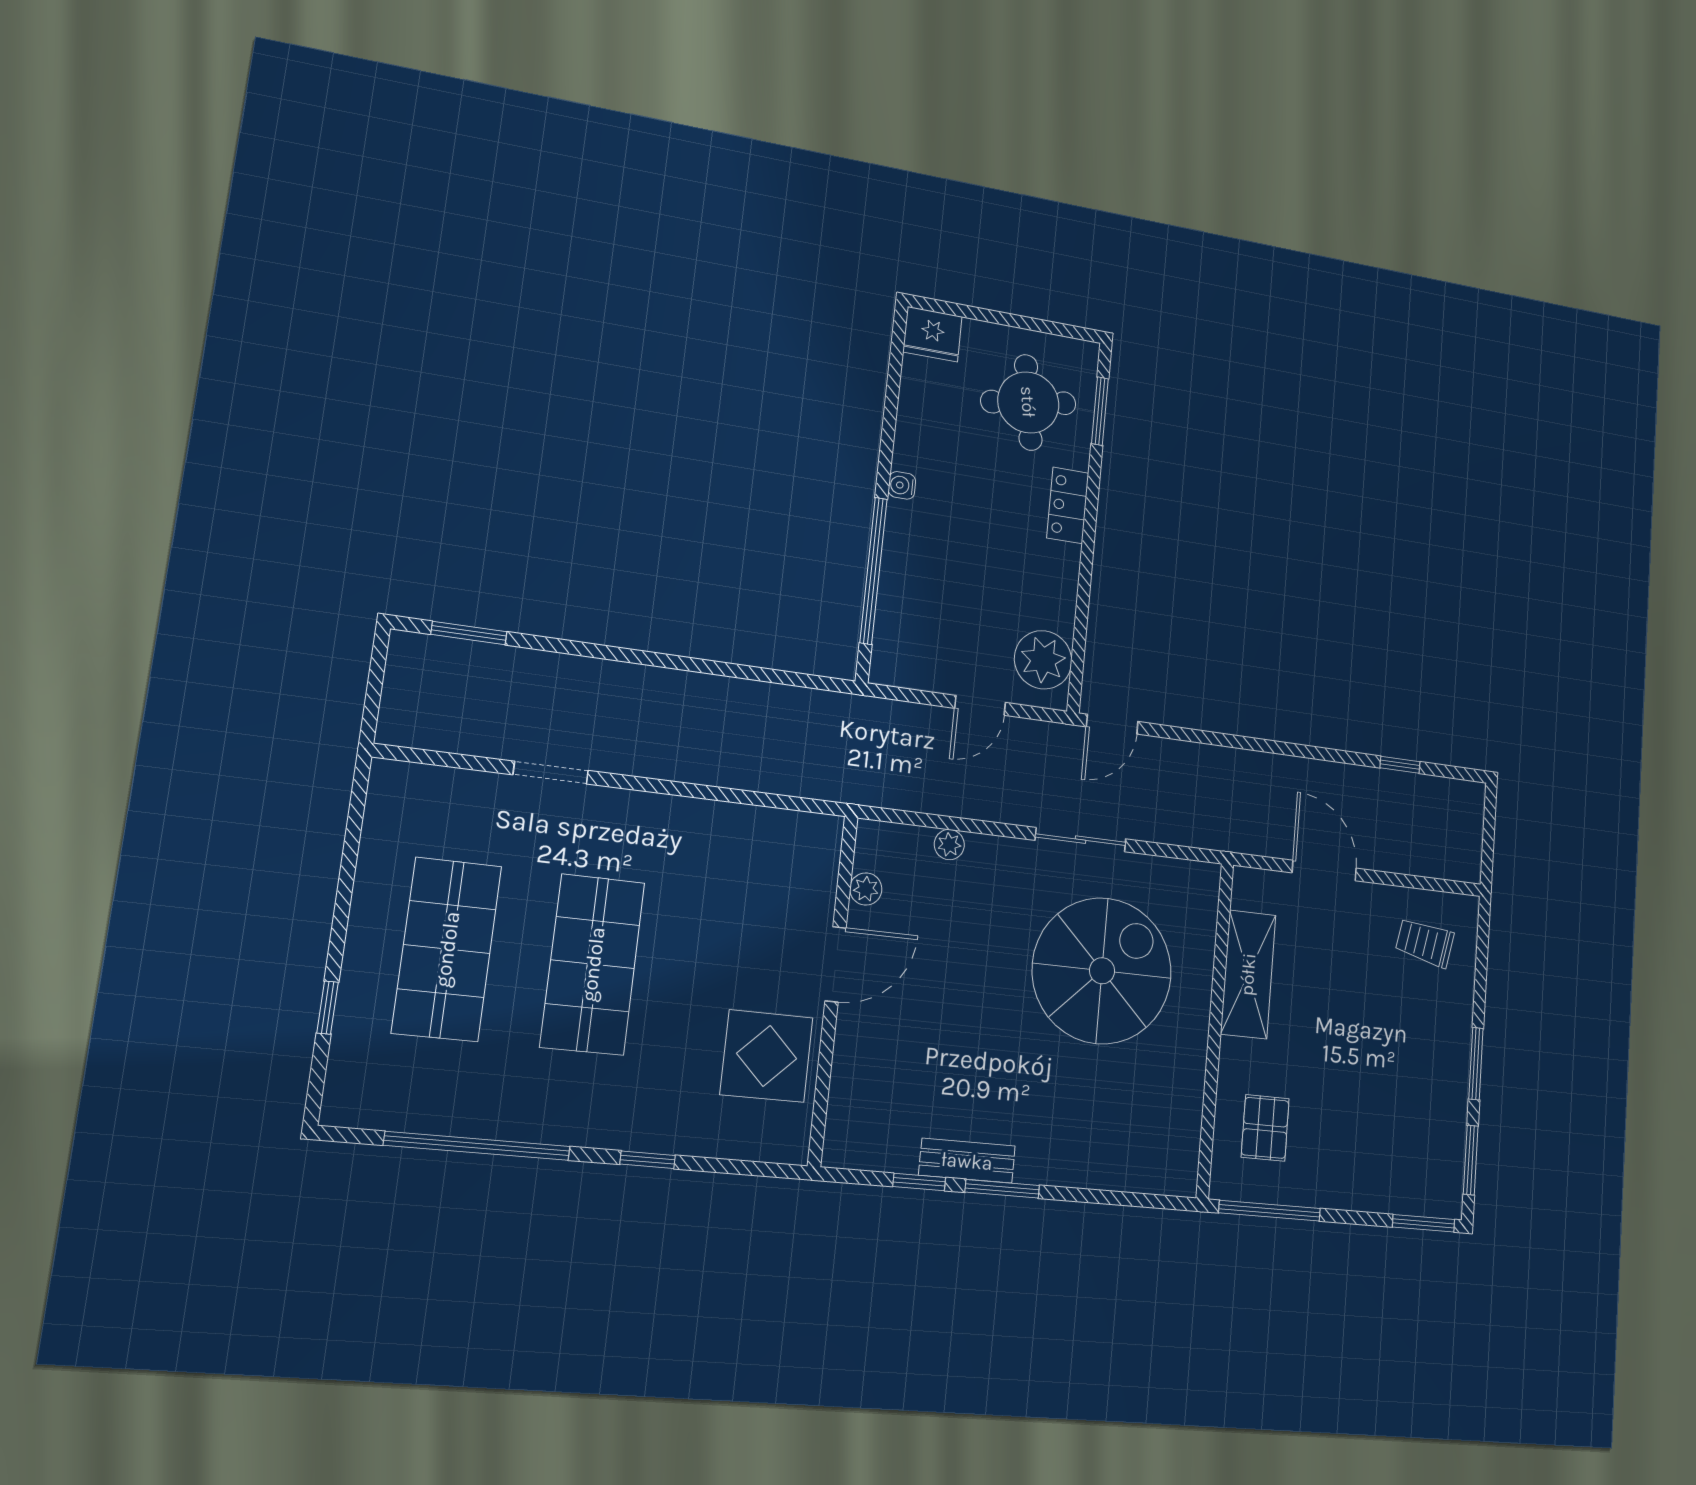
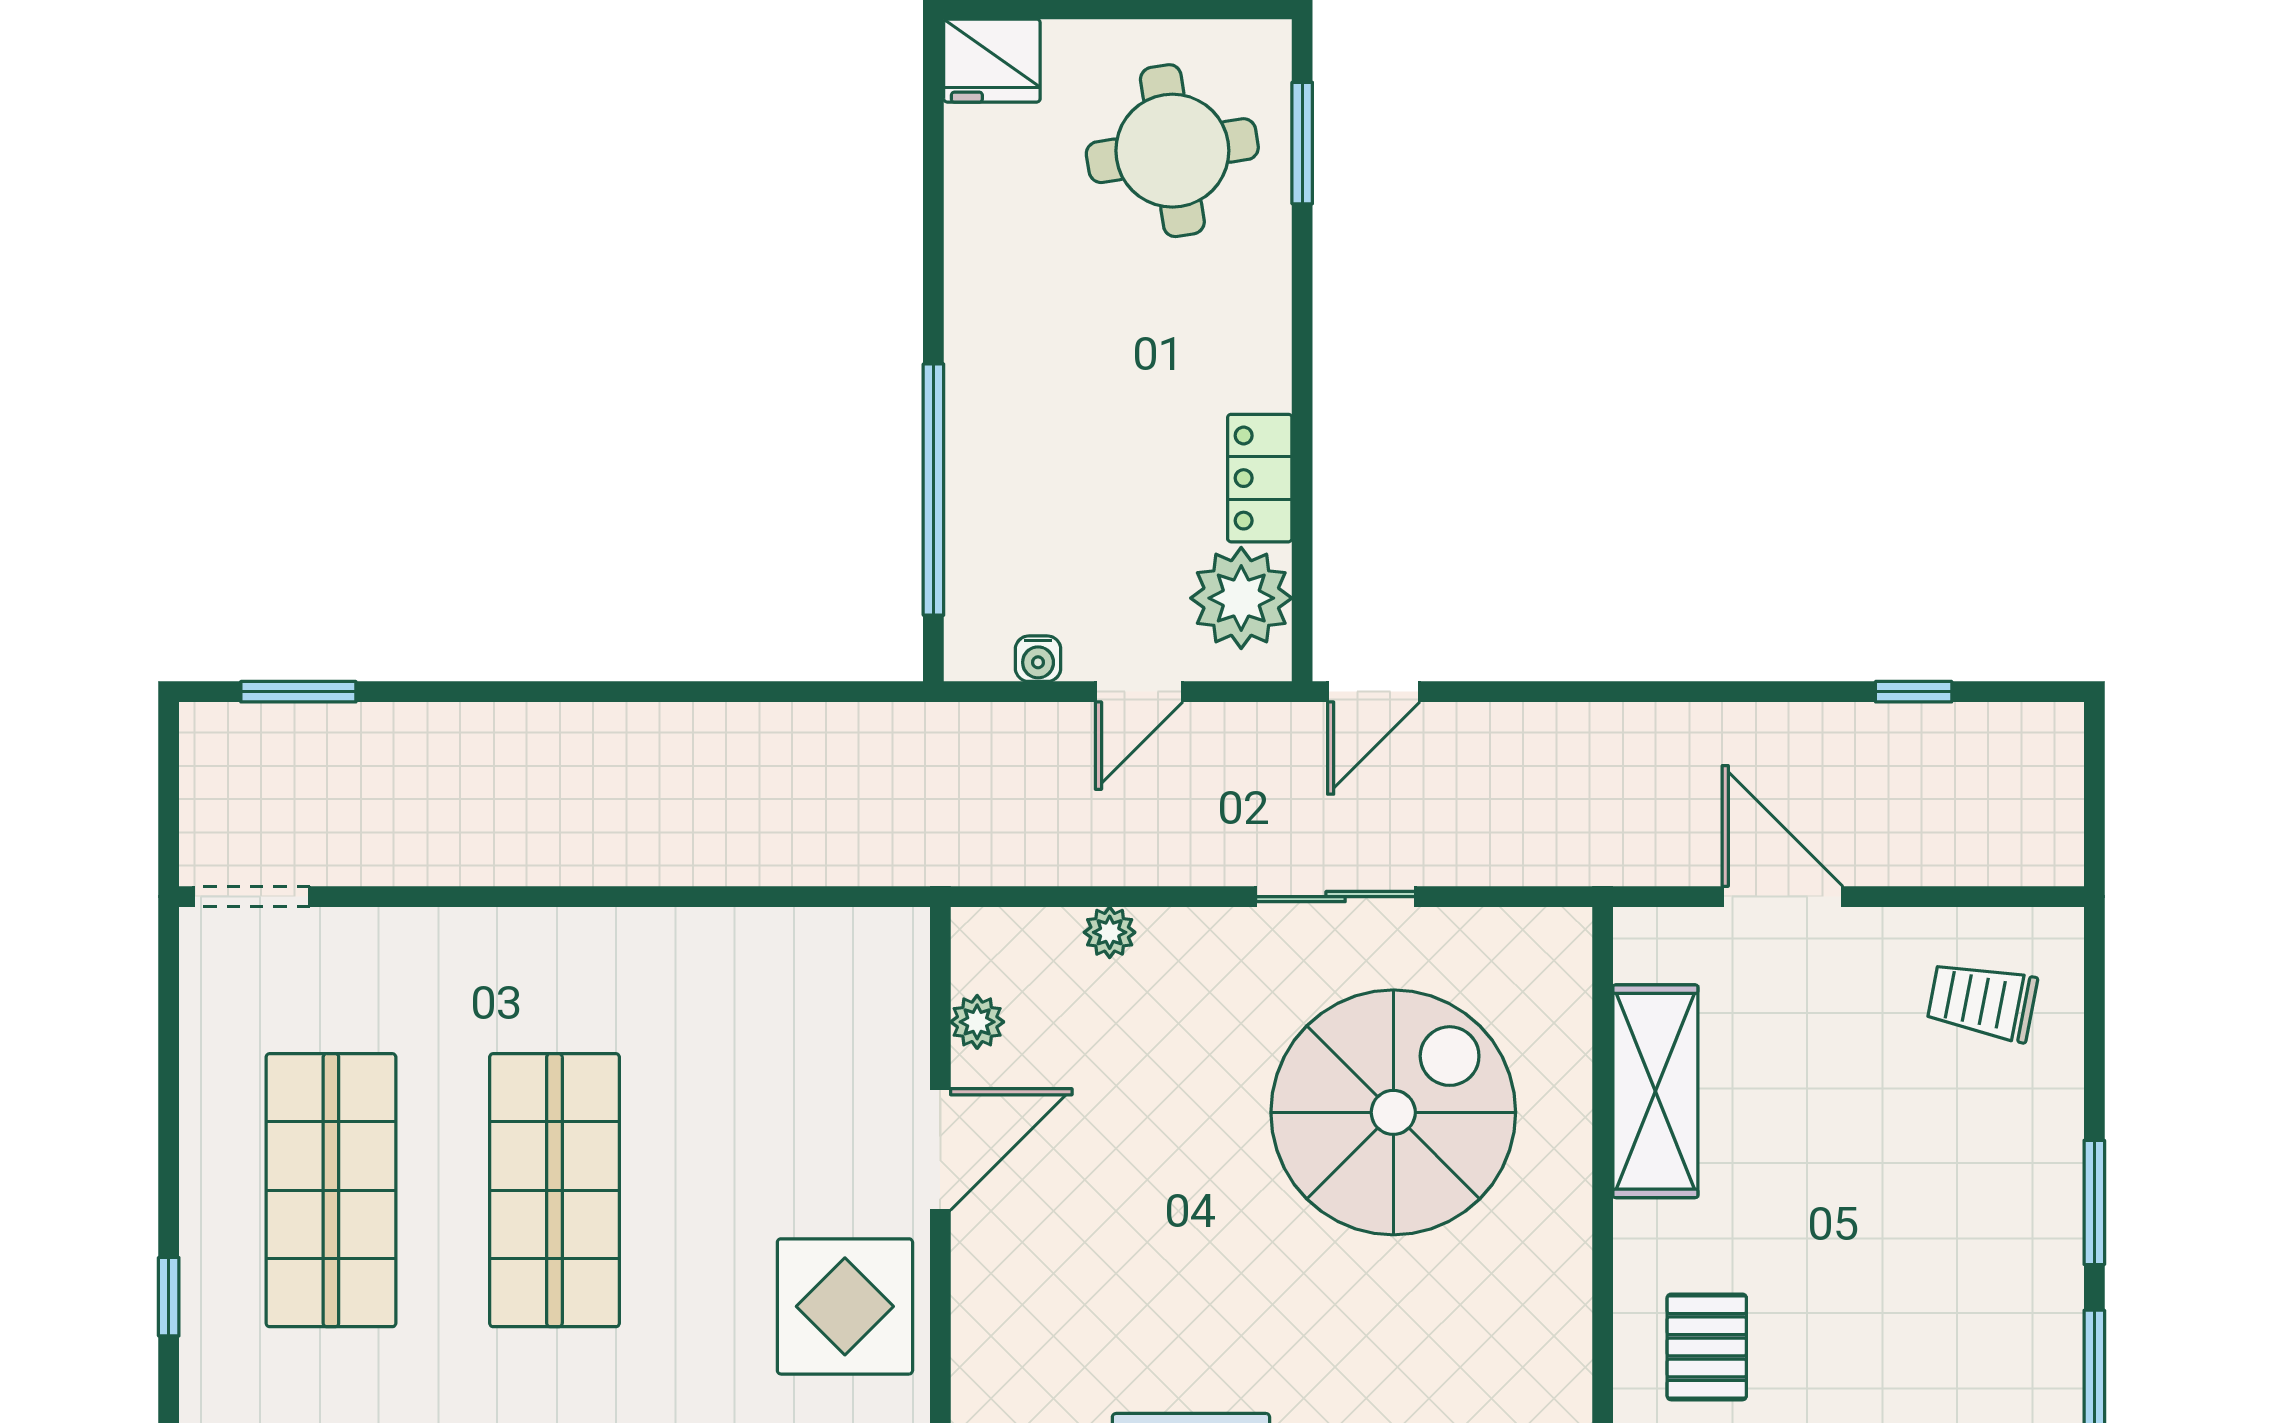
water cooler: (902, 485) -> (1038, 659), moved, turned -90
locker: (1068, 505) -> (1260, 478), moved
doorway: (551, 773) -> (252, 897), moved

